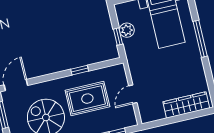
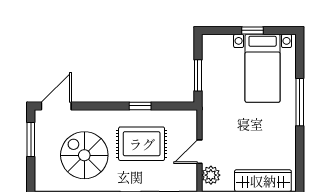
plant: (127, 30) -> (211, 175), moved
window: (118, 37) -> (198, 75), width x1.50

